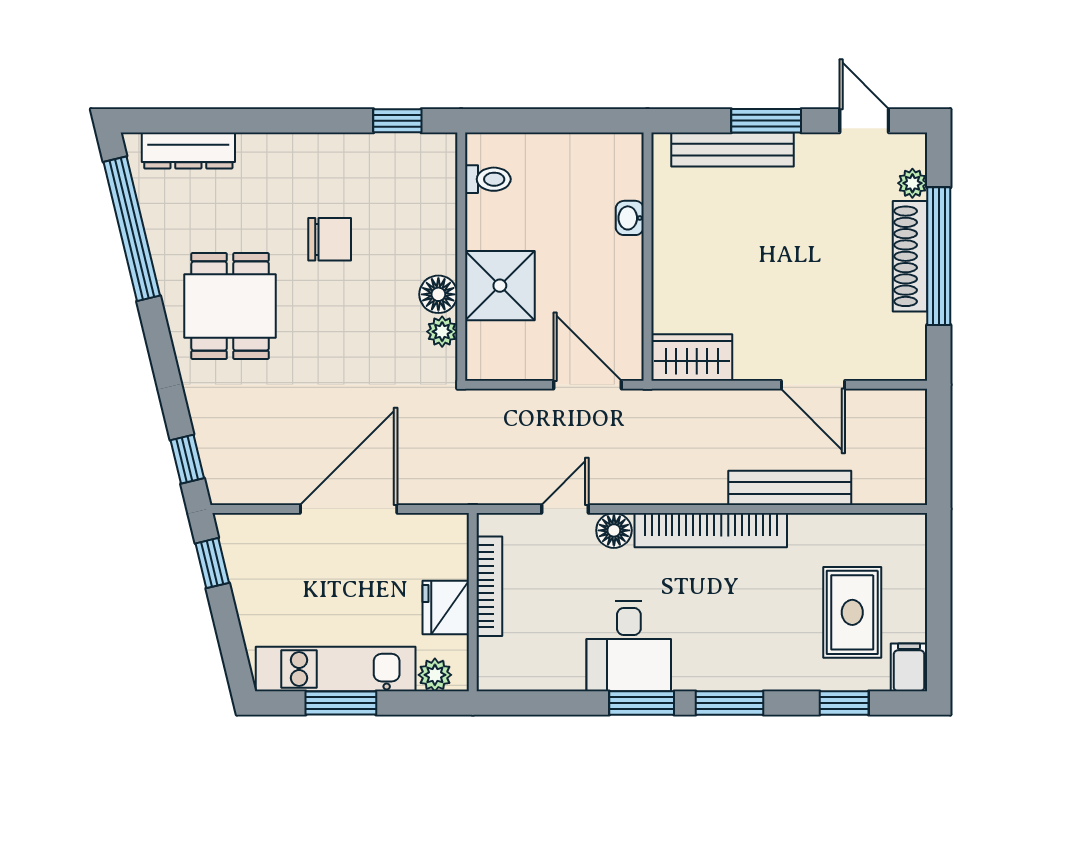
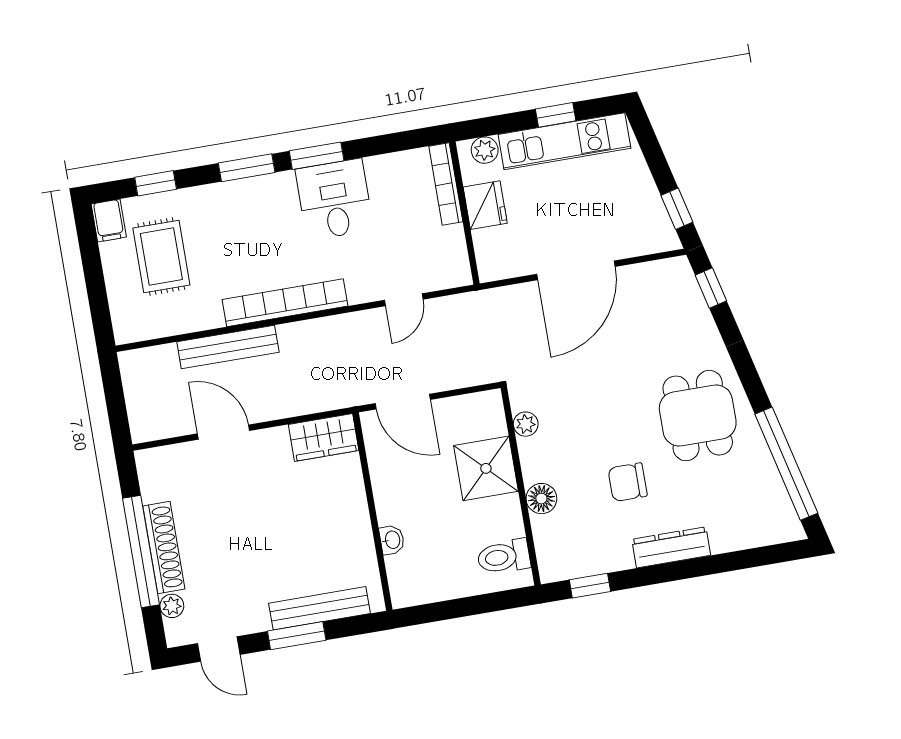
dresser: (188, 151) -> (671, 547), moved
toilet: (488, 179) -> (504, 557), width x1.37, depth x1.39
floor lamp: (438, 294) -> (541, 499), moved
floor lamp: (614, 530) -> (362, 289), removed
bookcase: (489, 586) -> (446, 184), moved
window: (341, 703) -> (556, 115), width x0.67

